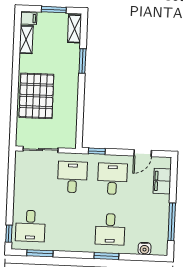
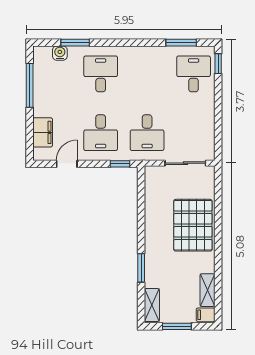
window: (106, 256) -> (75, 43), moved

